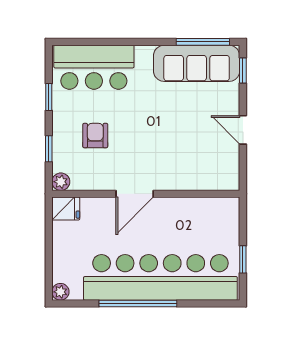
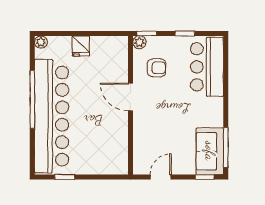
sofa: (197, 63) -> (210, 151), width x0.73
plant: (61, 182) -> (139, 42), moved
door: (135, 194) -> (131, 97), moved
wall: (146, 194) -> (131, 105), moved
fridge: (66, 209) -> (81, 46), moved

